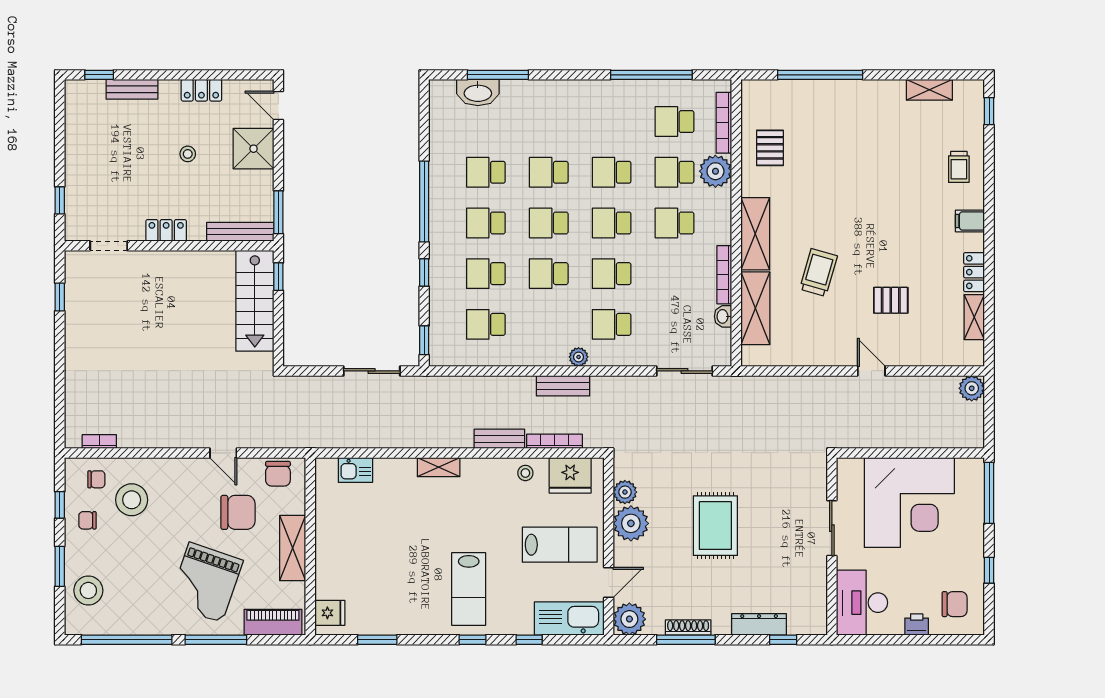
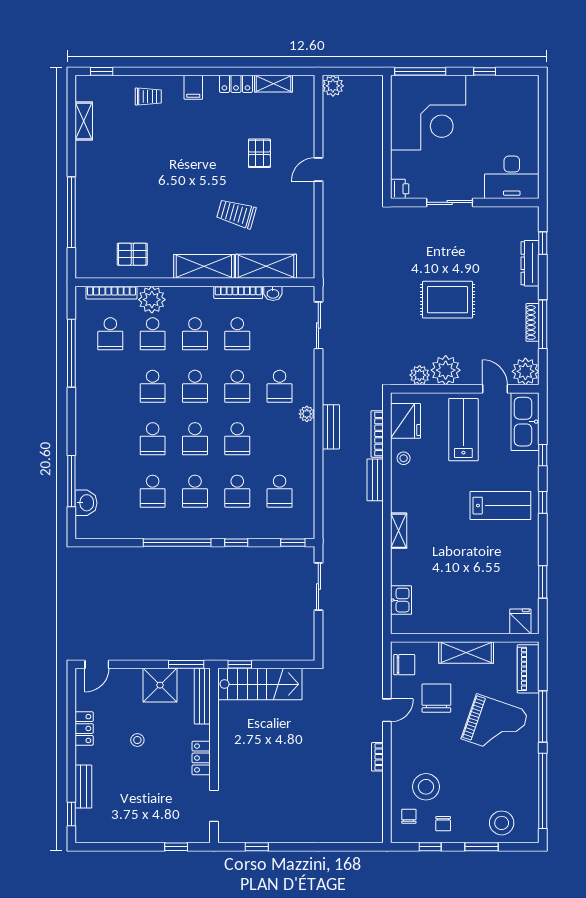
washbasin: (478, 92) -> (86, 503), width x0.72
shower: (254, 149) -> (160, 685), moved
school desk: (674, 274) -> (237, 334), added
bookcase: (99, 442) -> (377, 757), moved
corner desk: (909, 503) -> (428, 113), moved, turned 90
chair: (955, 604) -> (513, 100), removed
printer: (917, 624) -> (400, 189), moved, turned 180

